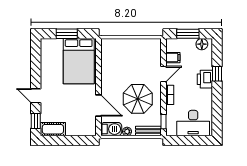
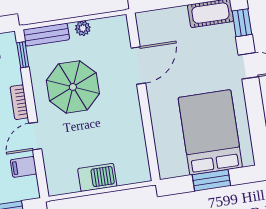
bed: (79, 61) -> (210, 132), moved
door: (98, 105) -> (138, 65), swing flipped
barbecue: (111, 129) -> (97, 177), moved, turned 180

